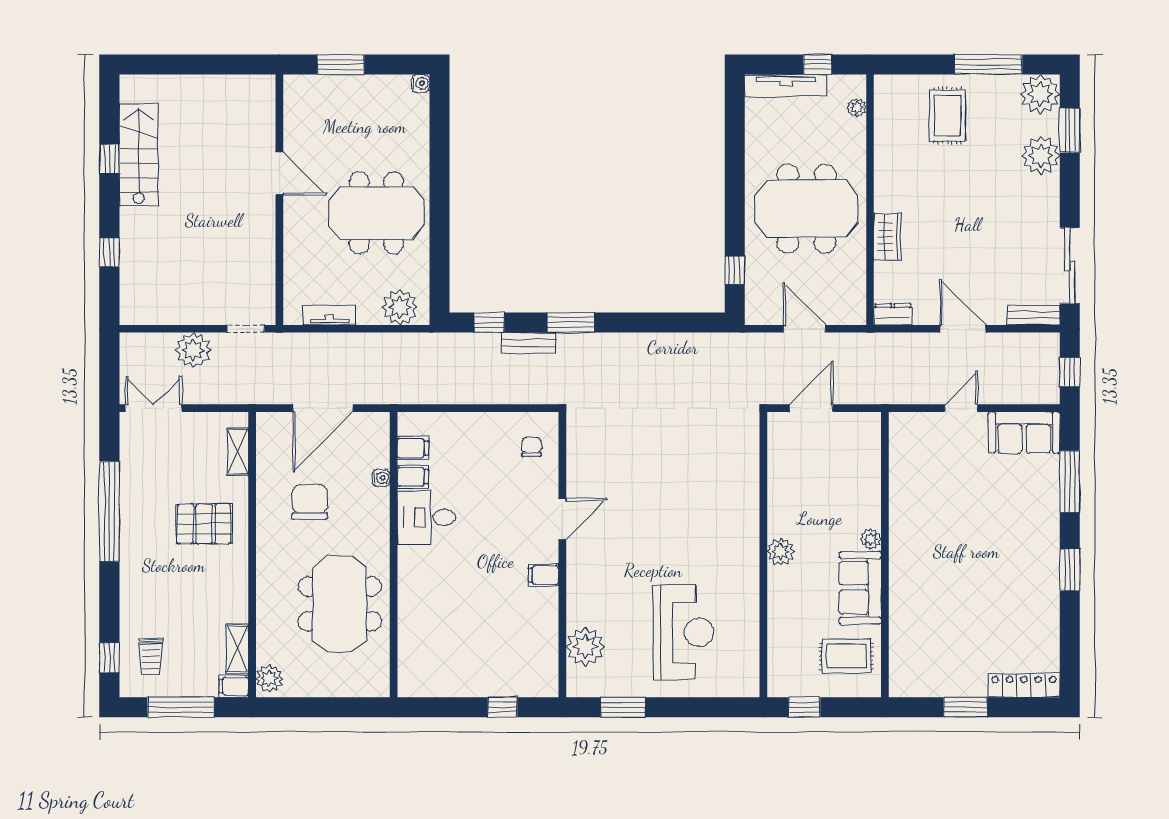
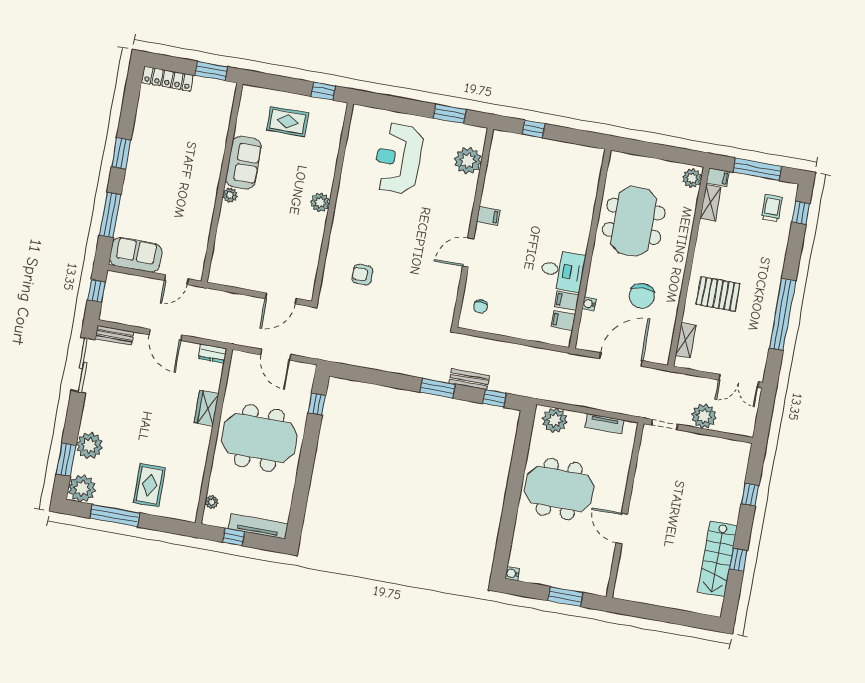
armchair: (704, 462) -> (362, 275), added
plant: (871, 539) -> (230, 195), moved
wall: (885, 555) -> (222, 183), moved
sofa: (860, 588) -> (243, 163), moved

